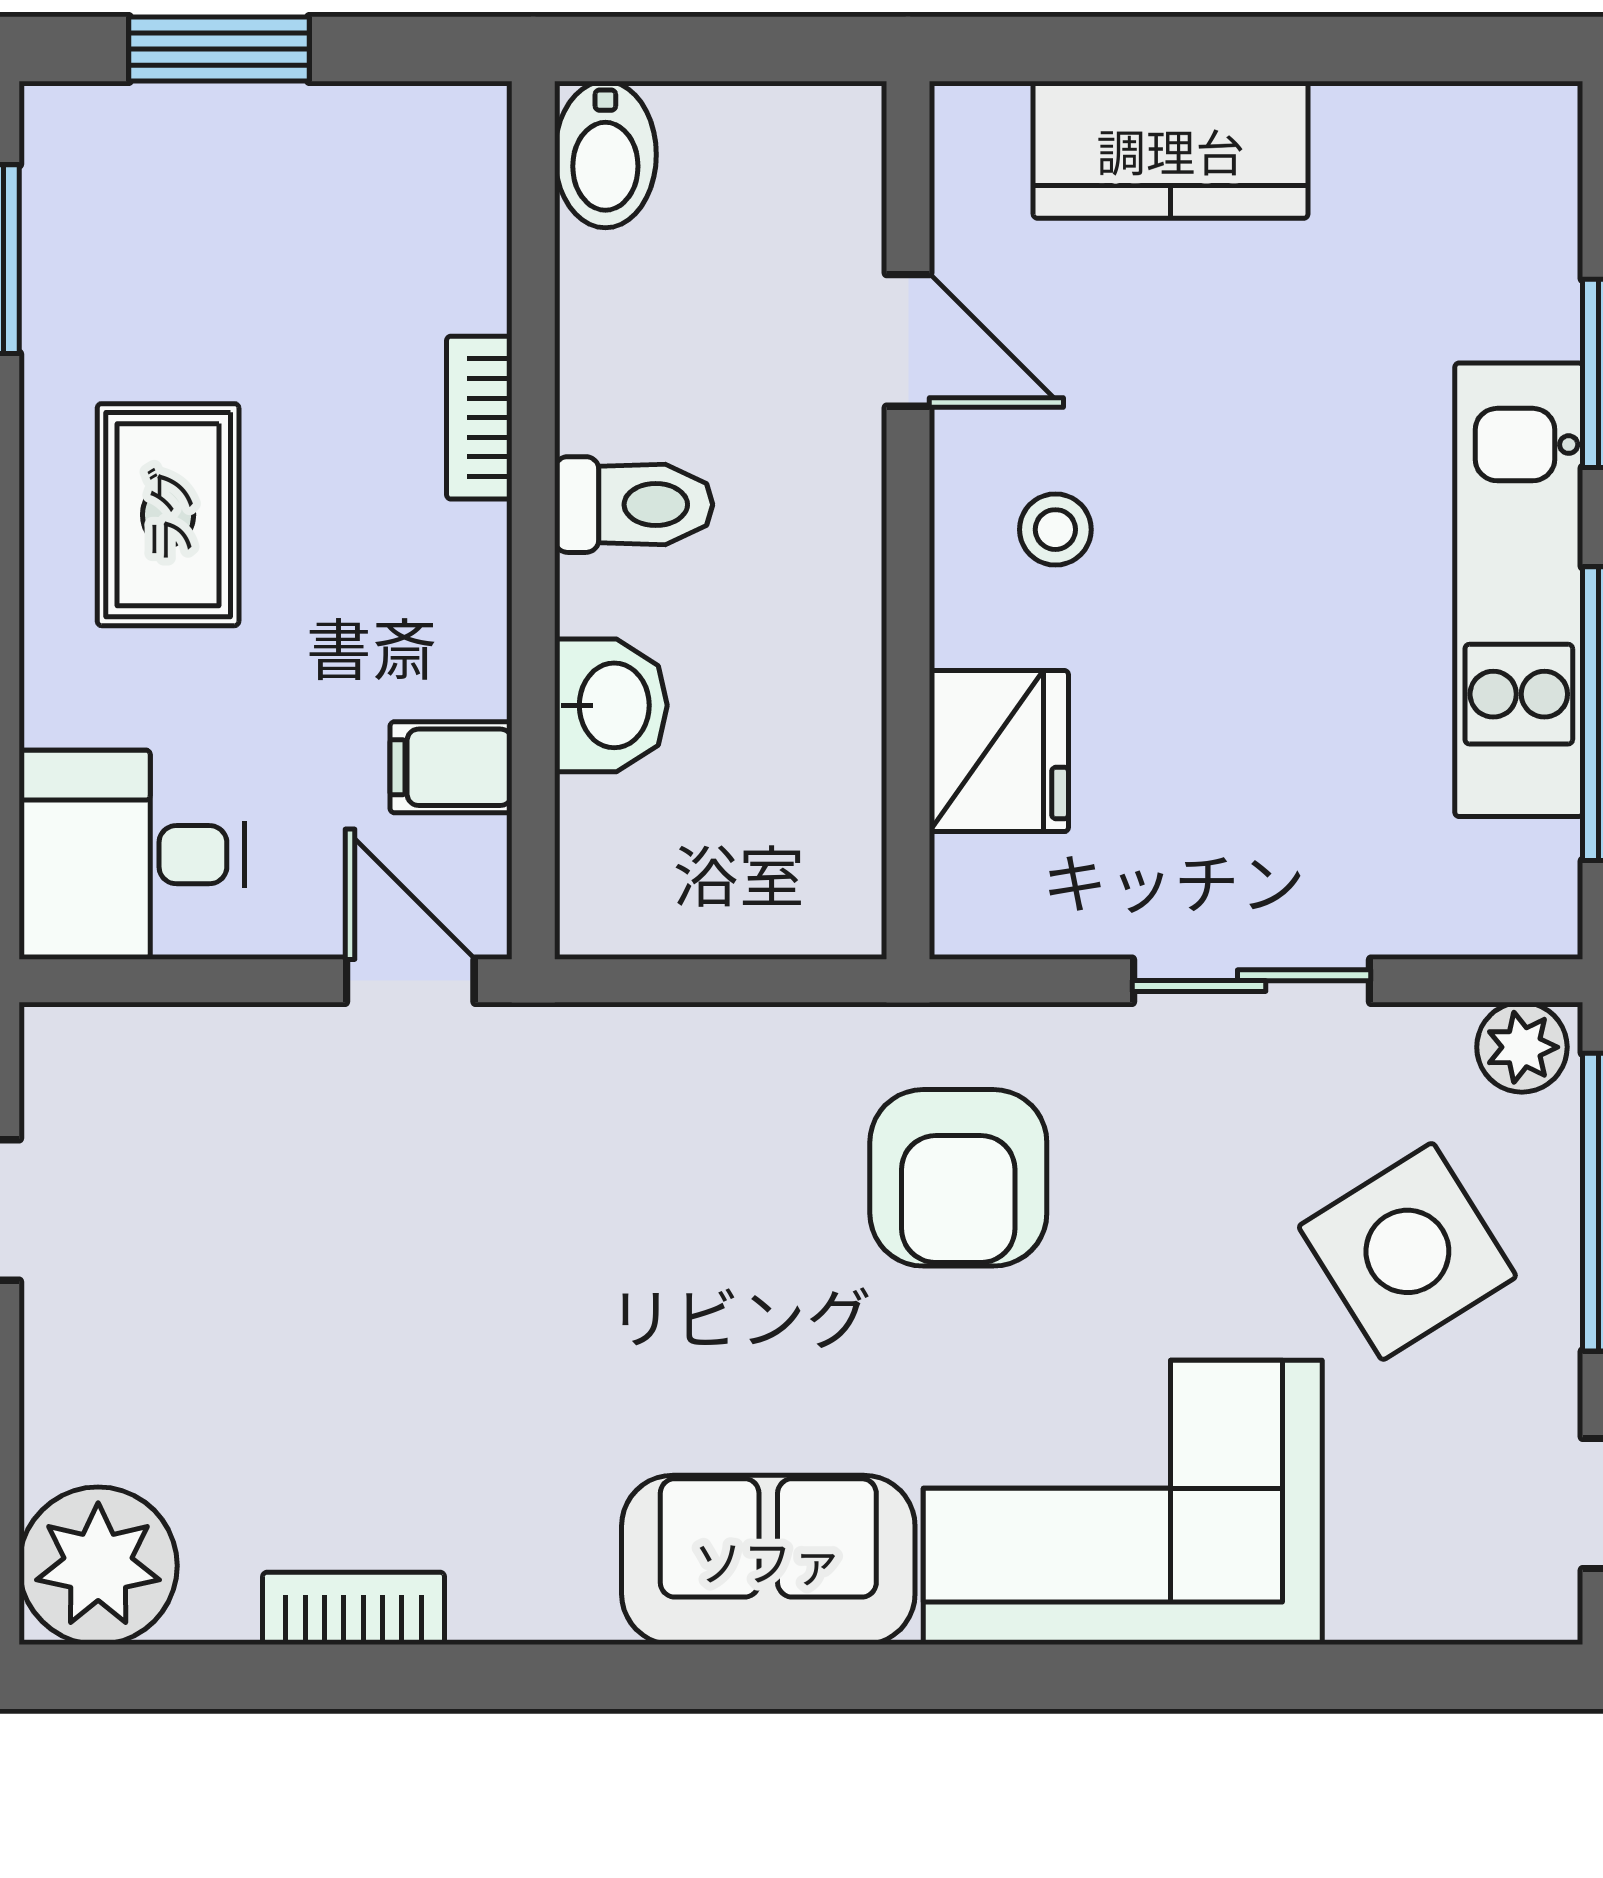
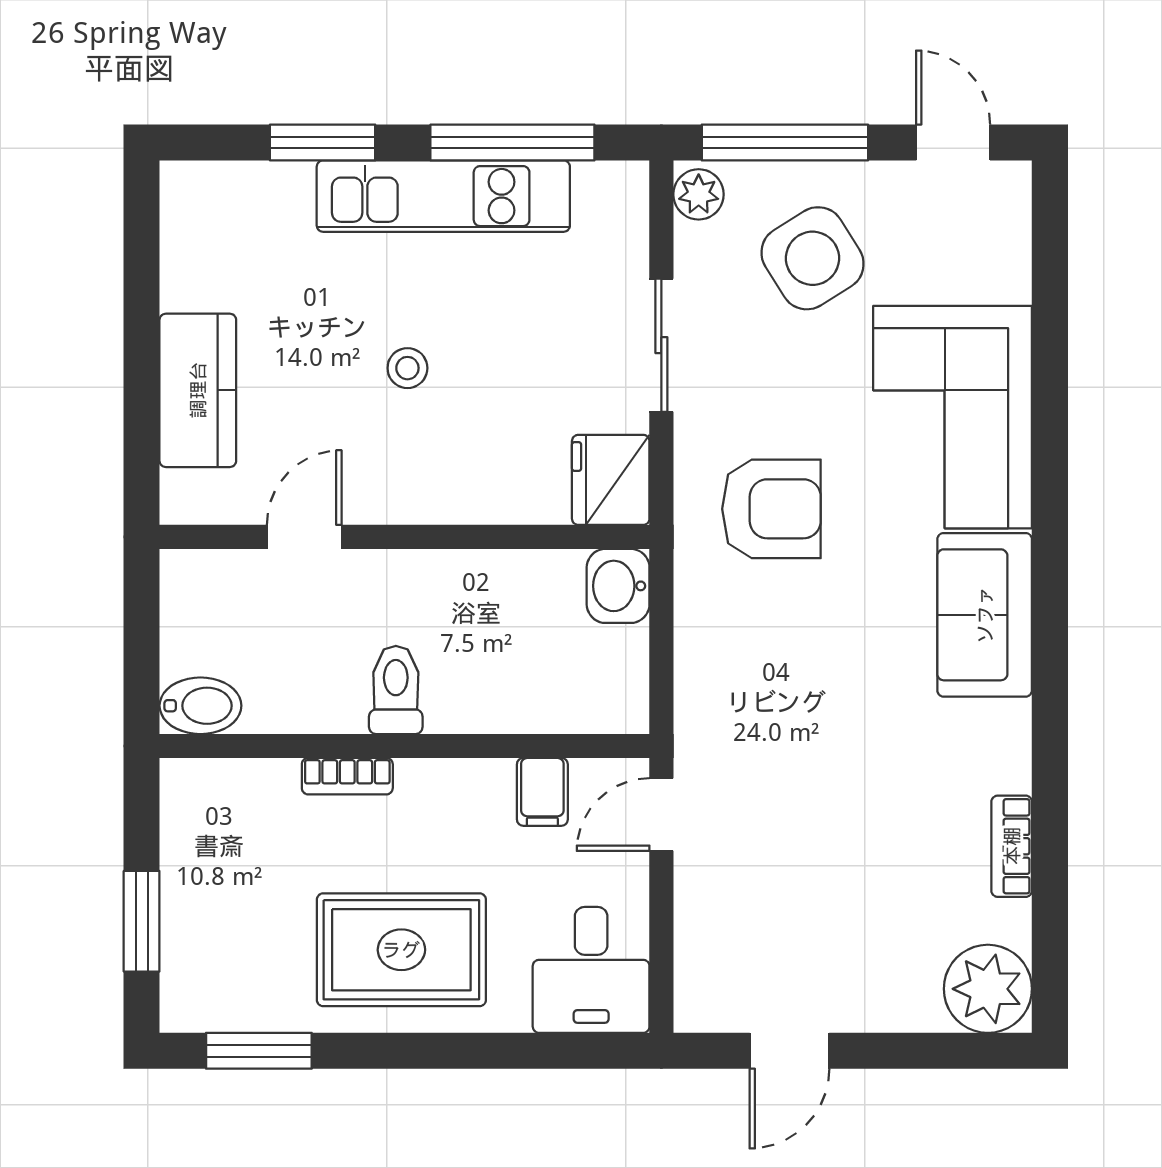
rug: (168, 515) -> (401, 950), width x1.36, depth x1.43
stool: (1055, 530) -> (407, 368), moved
washbasin: (611, 705) -> (618, 586), moved, turned -90
fridge: (999, 751) -> (611, 480), moved, turned -90

